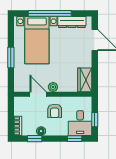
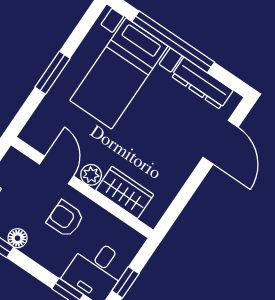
wardrobe: (85, 80) -> (125, 192), moved, turned 90
armchair: (55, 111) -> (65, 219), turned 91

